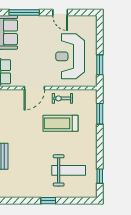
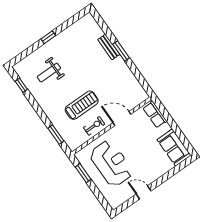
window: (24, 12) -> (172, 172), removed
door: (34, 88) -> (122, 118), hinge flipped
weight bench: (69, 170) -> (49, 73), width x0.73, depth x0.75

